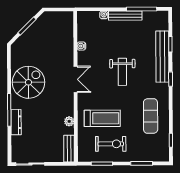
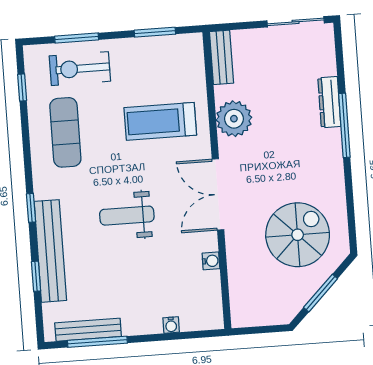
bench: (125, 16) -> (88, 330), moved
weight bench: (122, 72) -> (127, 216), turned -90
double door: (76, 79) -> (218, 194), width x1.37
spiral stairs: (28, 82) -> (298, 235), moved, turned 180
plant: (69, 121) -> (234, 119), width x1.87, depth x1.87
exercise bike: (111, 144) -> (80, 69), moved

